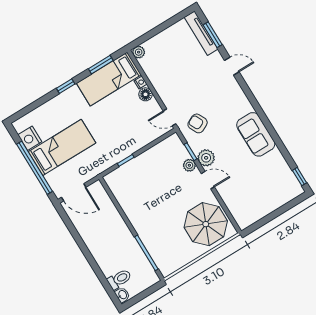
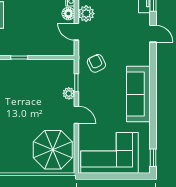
door: (169, 117) -> (76, 32), moved
sofa: (256, 134) -> (138, 94), width x1.36
plant: (206, 158) -> (86, 14), moved
corner sofa: (258, 196) -> (109, 153), added

